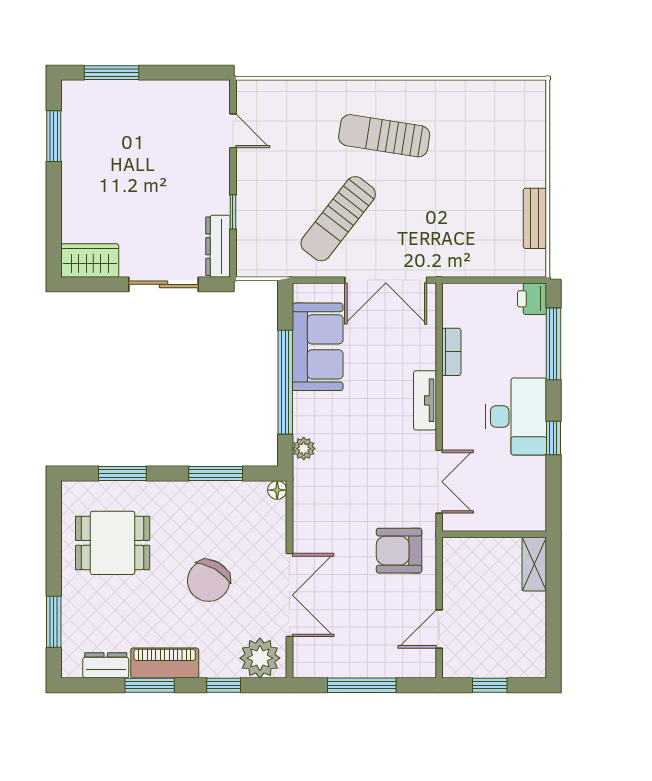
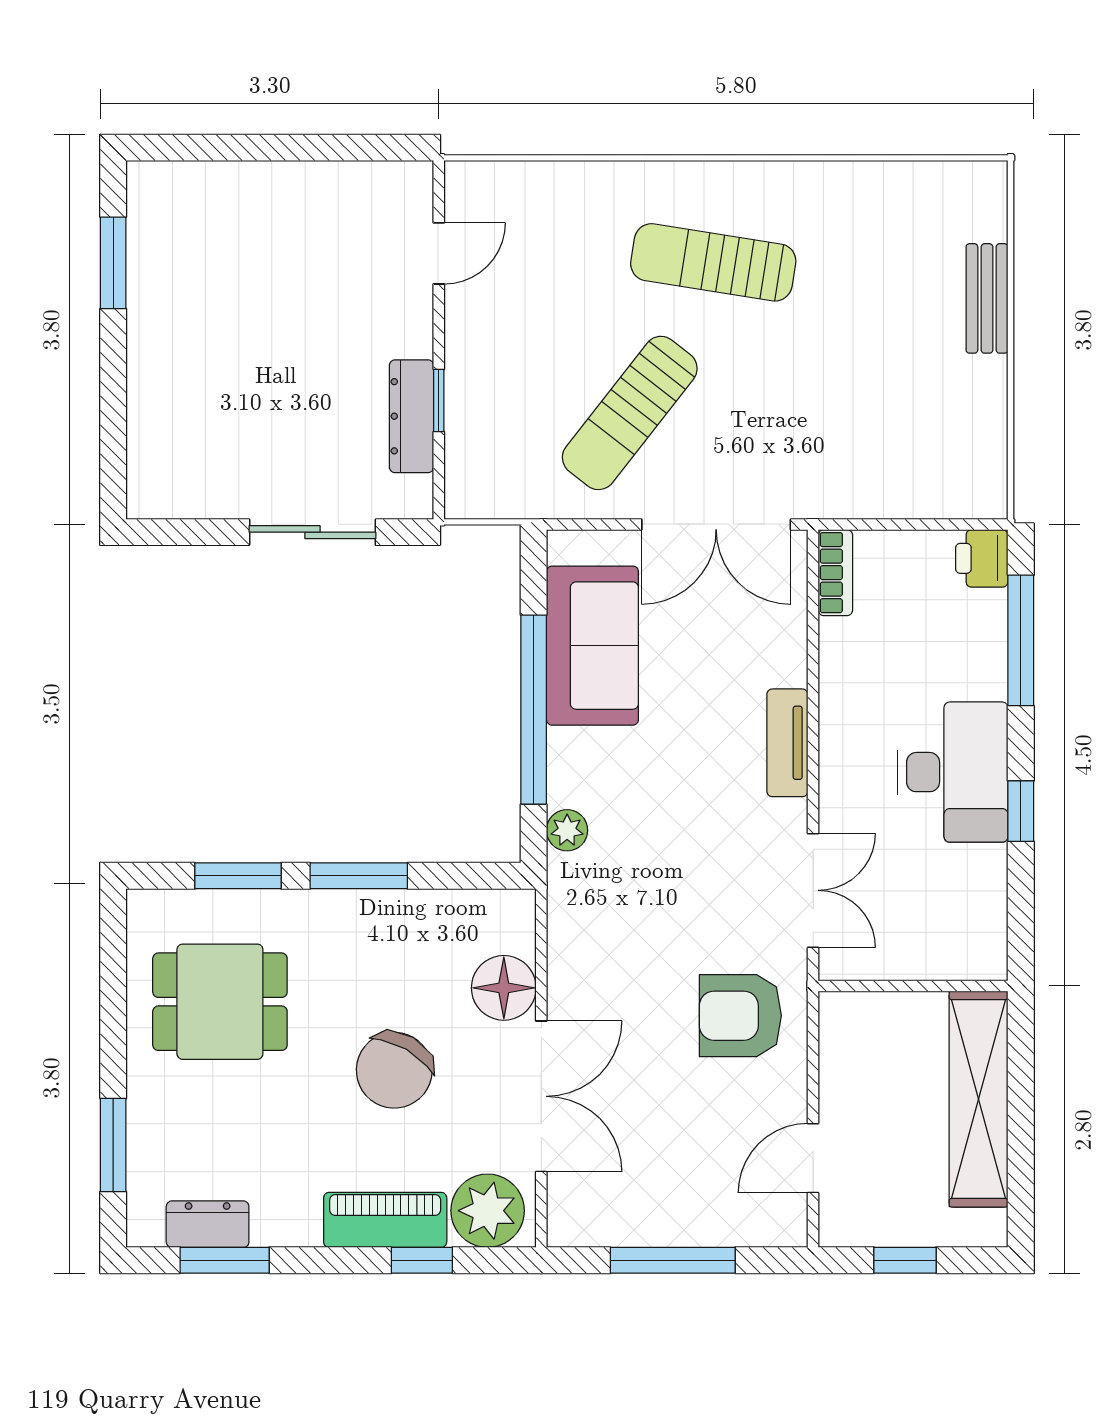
window: (112, 73) -> (218, 148), removed
door: (233, 131) -> (439, 253), hinge flipped
bench: (535, 218) -> (987, 298), moved
dresser: (218, 246) -> (412, 416), moved
wardrobe: (90, 260) -> (179, 489), removed
bookcase: (451, 352) -> (835, 573), moved
window: (216, 474) -> (359, 876), moved
floor lamp: (277, 490) -> (504, 988), moved, width x1.89, depth x1.89
shelving: (534, 564) -> (978, 1099), width x2.20, depth x1.33
piano: (165, 663) -> (385, 1220), moved
window: (150, 685) -> (225, 1260), moved

